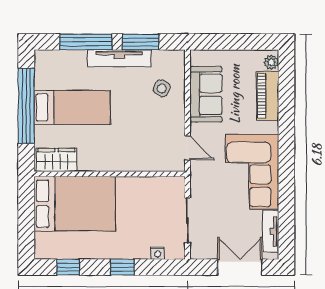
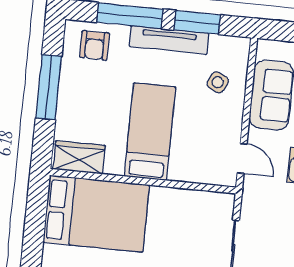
armchair: (60, 69) -> (95, 45), added
window: (26, 106) -> (49, 87), width x0.68
bed: (72, 107) -> (150, 132), moved, turned -90

